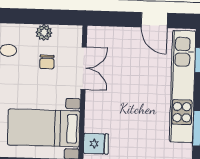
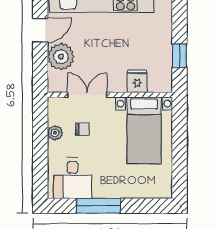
plant: (125, 41) -> (61, 57), added
fridge: (96, 144) -> (137, 81), moved

